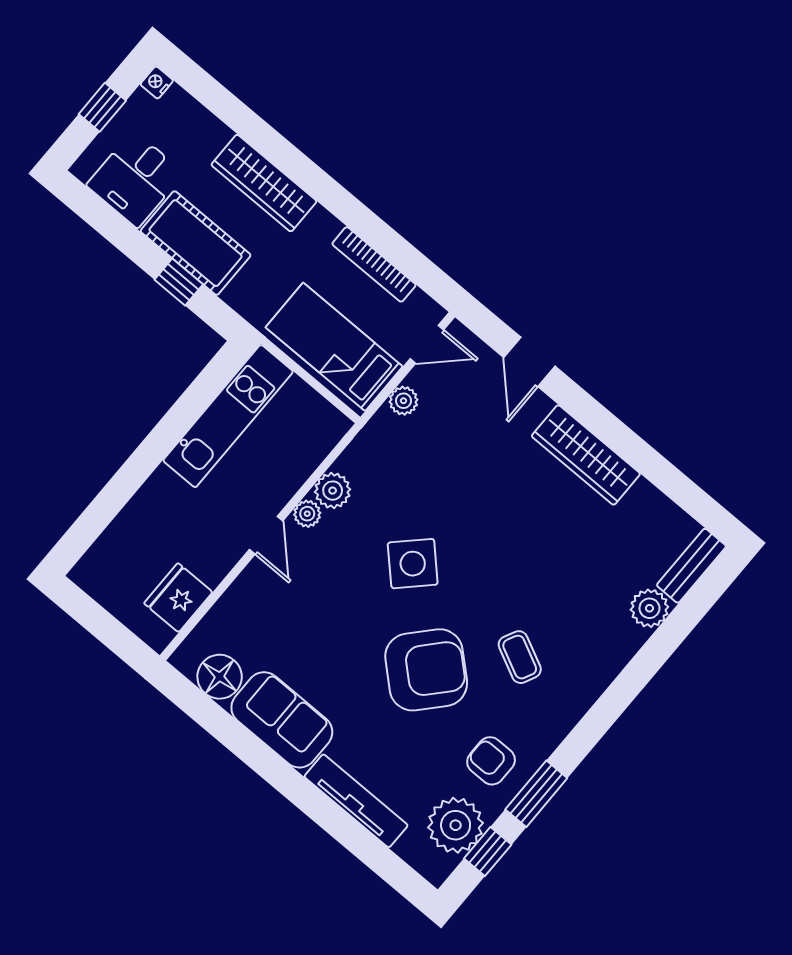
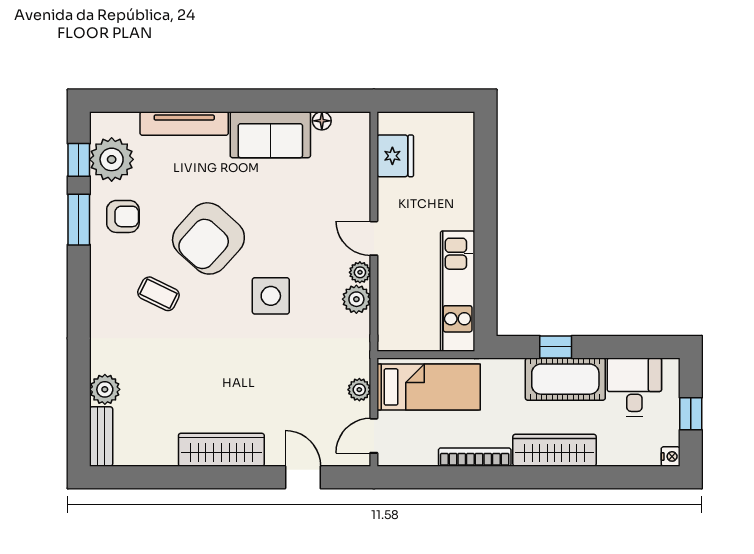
bookcase: (374, 264) -> (475, 457), moved
side table: (413, 564) -> (271, 296), turned 45
floor lamp: (220, 677) -> (322, 121), width x0.53, depth x0.53

